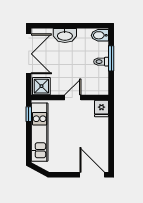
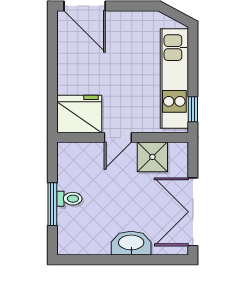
bidet: (100, 35) -> (71, 244), removed
shower: (41, 86) -> (152, 157), moved
fridge: (101, 109) -> (79, 114), width x1.88, depth x1.34

